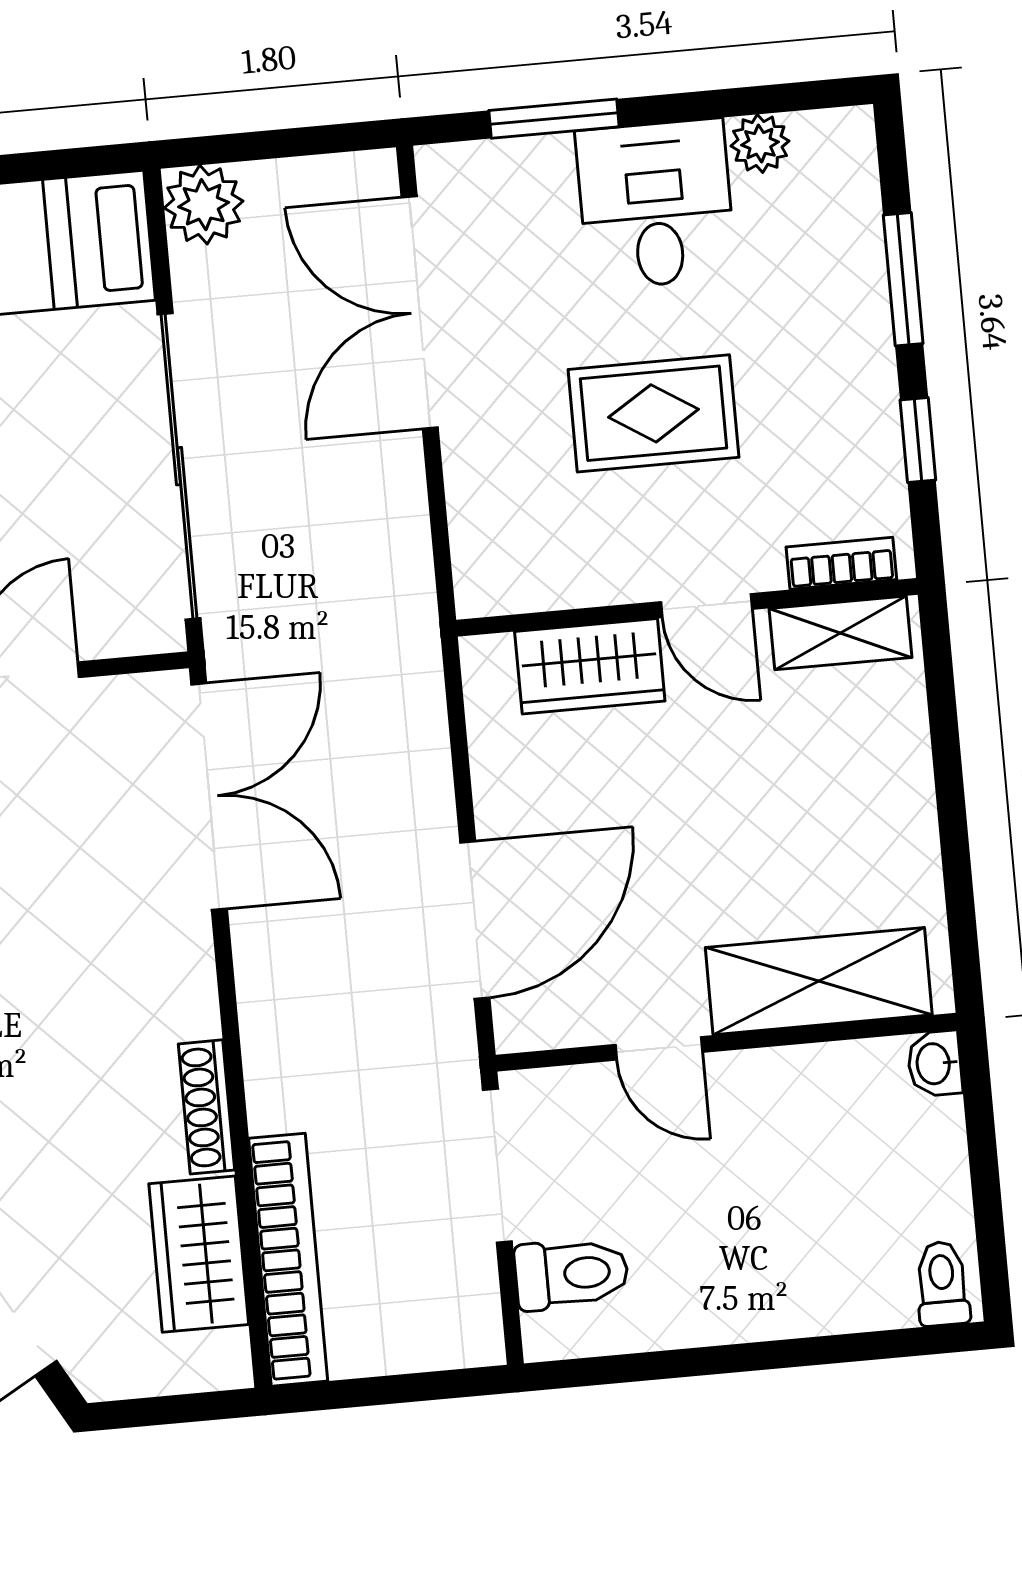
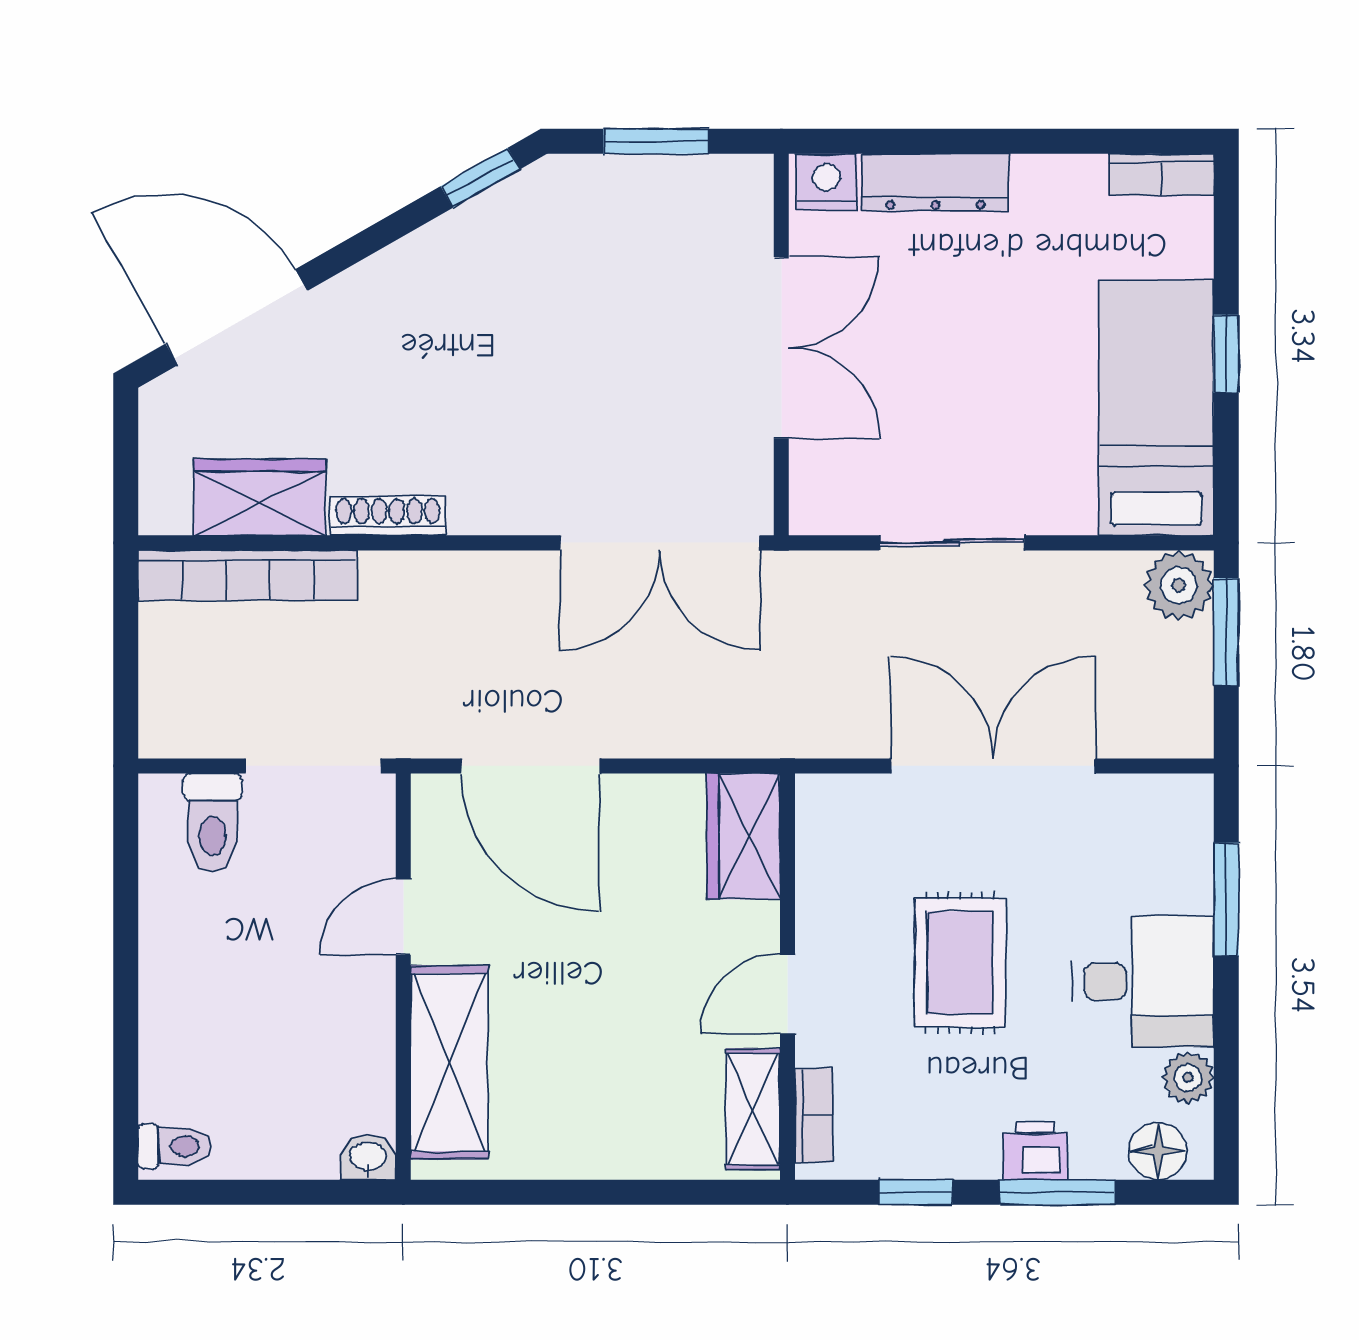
window: (251, 146) -> (1226, 632), added
floor lamp: (846, 170) -> (1158, 1151), added
printer: (858, 309) -> (1035, 1151), added
double door: (420, 313) -> (993, 766), moved
sliding door: (179, 466) -> (952, 543), width x0.54
wardrobe: (590, 666) -> (744, 836), moved

